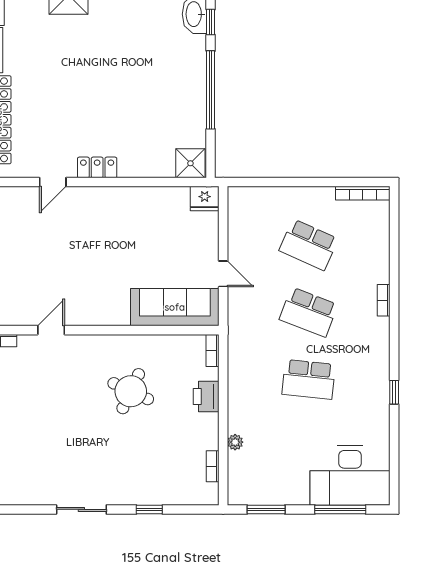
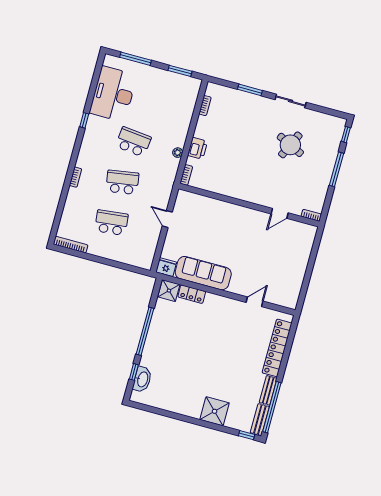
locker: (97, 167) -> (192, 294), moved
school desk: (309, 245) -> (111, 223), turned -30
sofa: (175, 307) -> (203, 273), moved, turned 180
school desk: (309, 312) -> (122, 182), turned -30
round table: (131, 391) -> (290, 145), moved
plant: (235, 442) -> (178, 153), moved
desk: (350, 475) -> (113, 94), moved, turned -90
window: (149, 509) -> (250, 90), width x1.50

